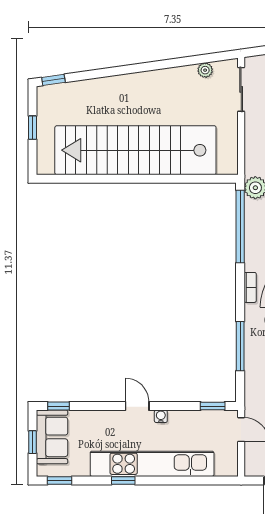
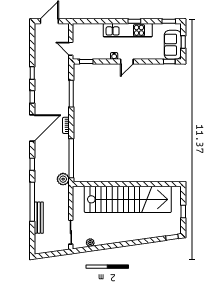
door: (137, 406) -> (127, 61), hinge flipped
kitchen unit: (152, 464) -> (128, 30), width x0.73

